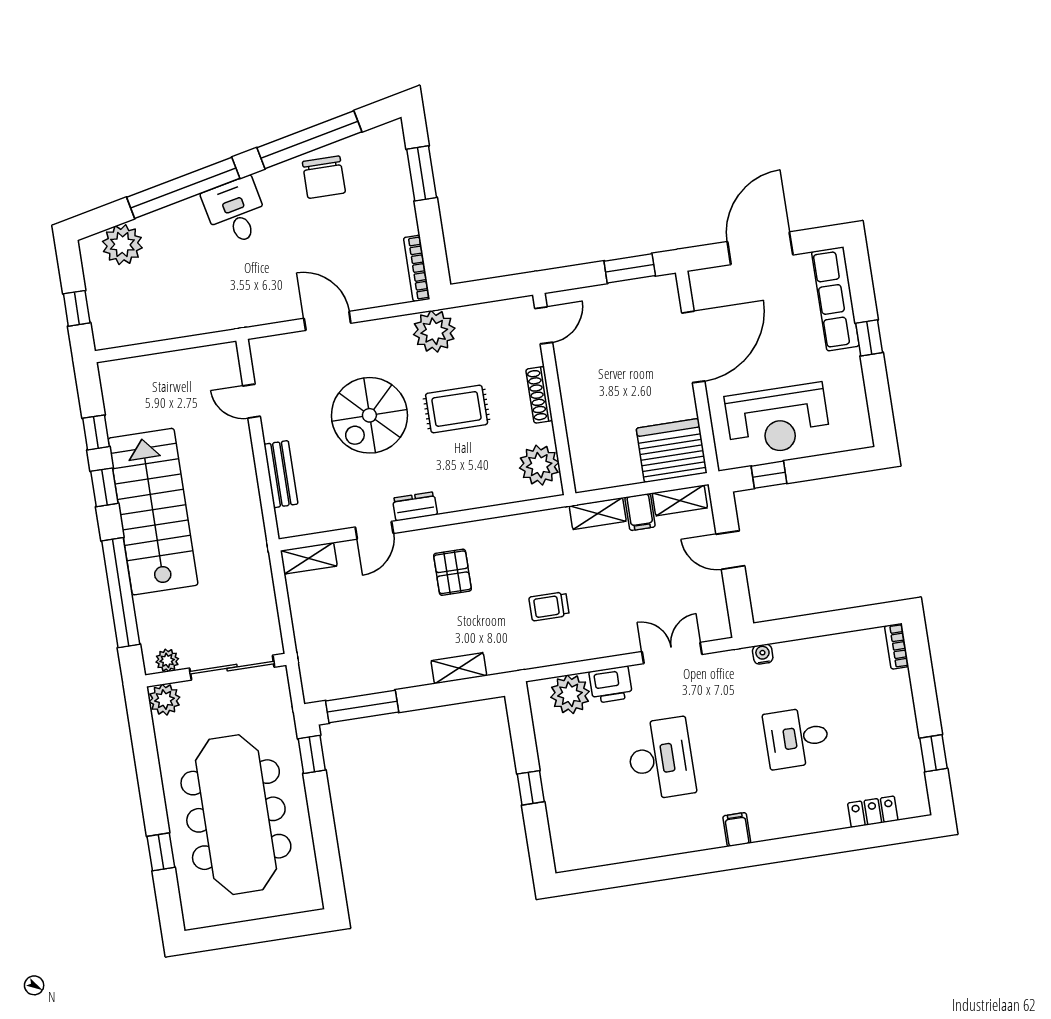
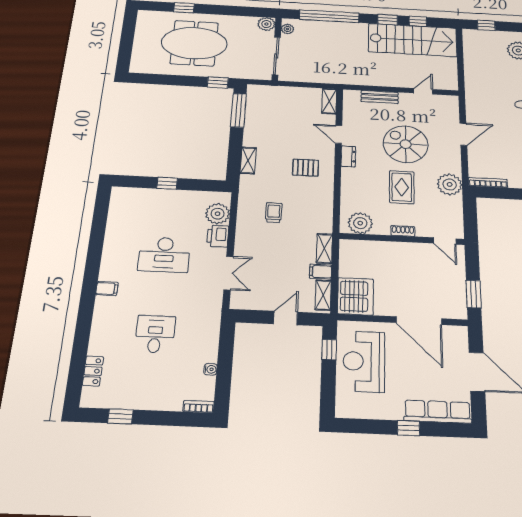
shoe rack: (539, 395) -> (403, 231), width x0.70
stairs: (153, 512) -> (413, 40), moved
water cooler: (763, 654) -> (210, 369), moved
meeting table: (236, 815) -> (194, 43), width x0.73

